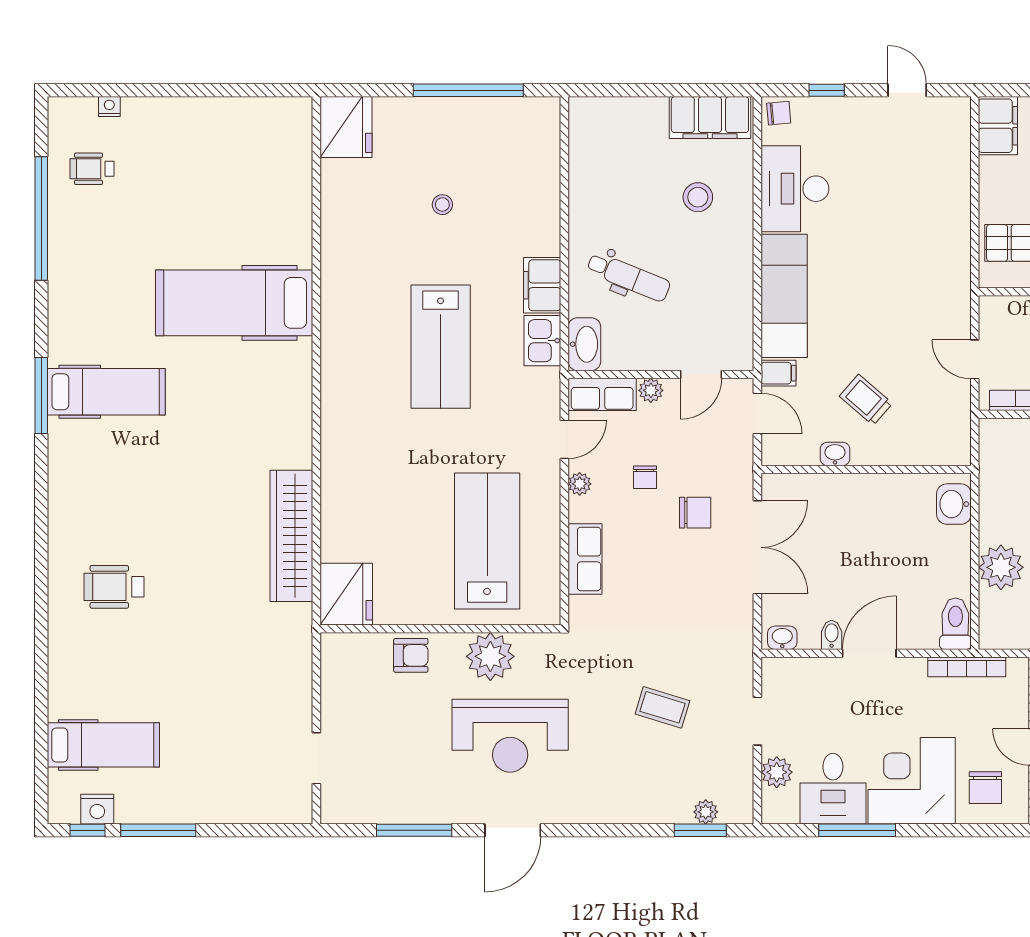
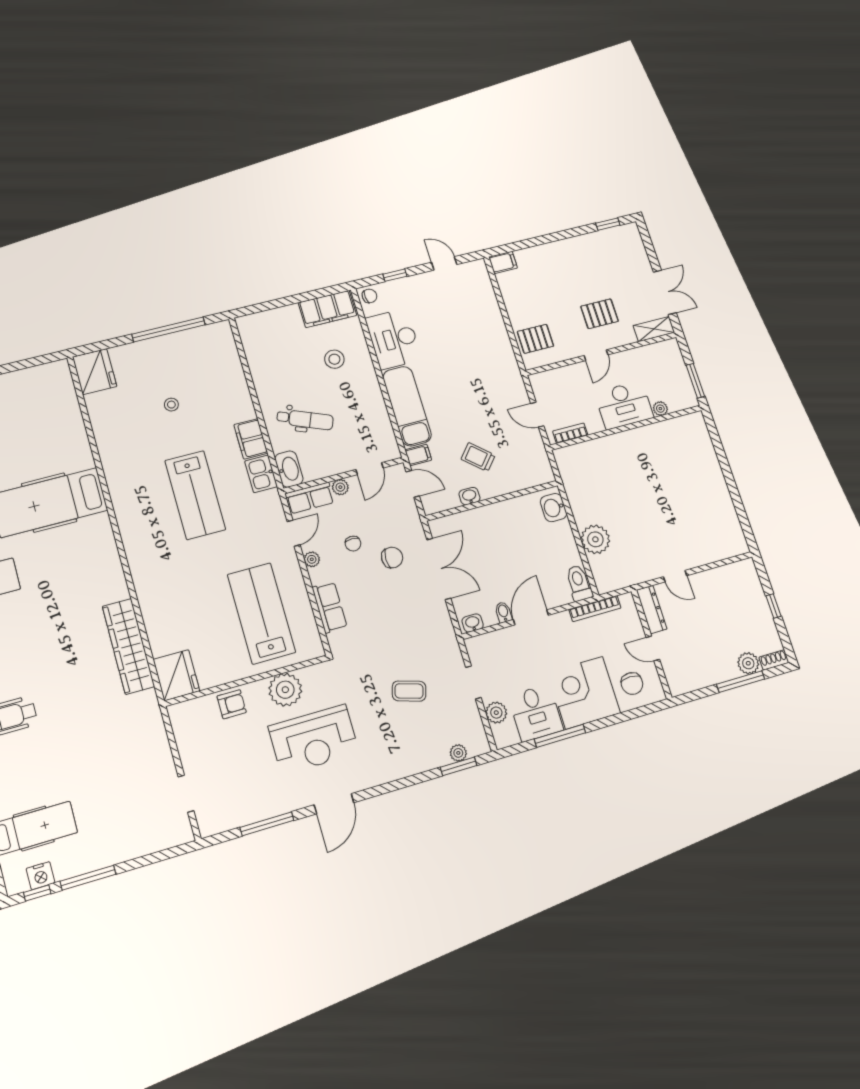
filing cabinet: (998, 126) -> (503, 262), width x0.50

